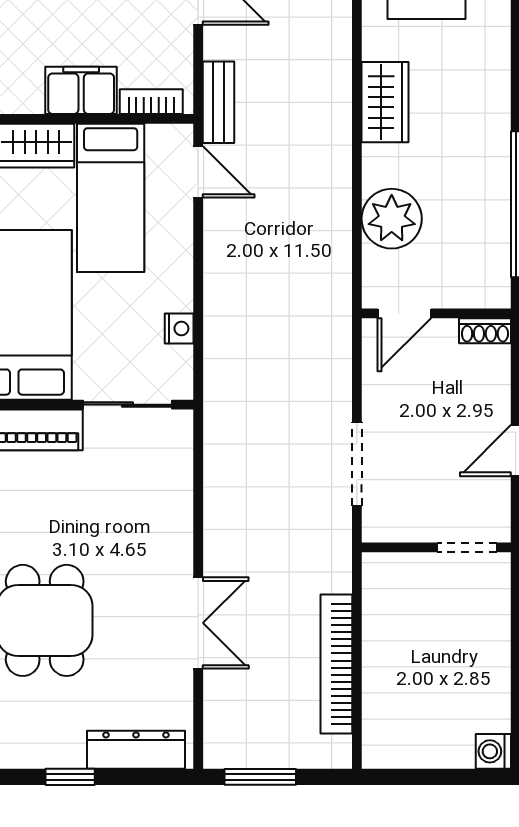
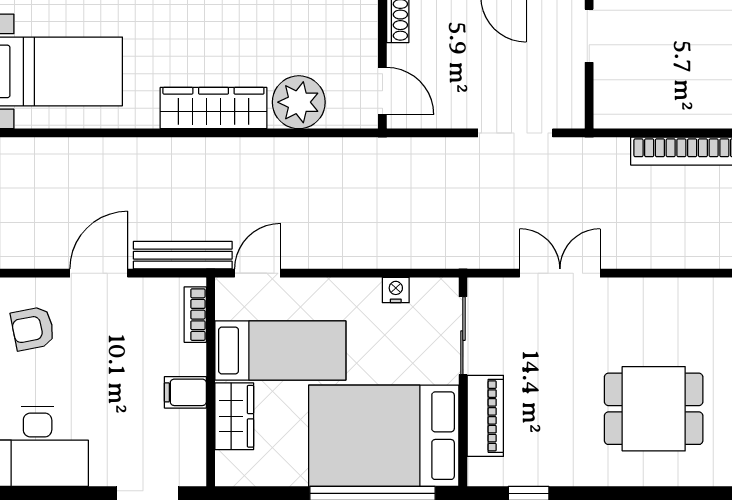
filing cabinet: (81, 90) -> (185, 392), width x0.50
bench: (219, 102) -> (183, 255), width x1.36
wardrobe: (385, 102) -> (213, 108), width x1.50
double door: (198, 623) -> (560, 273), moved

